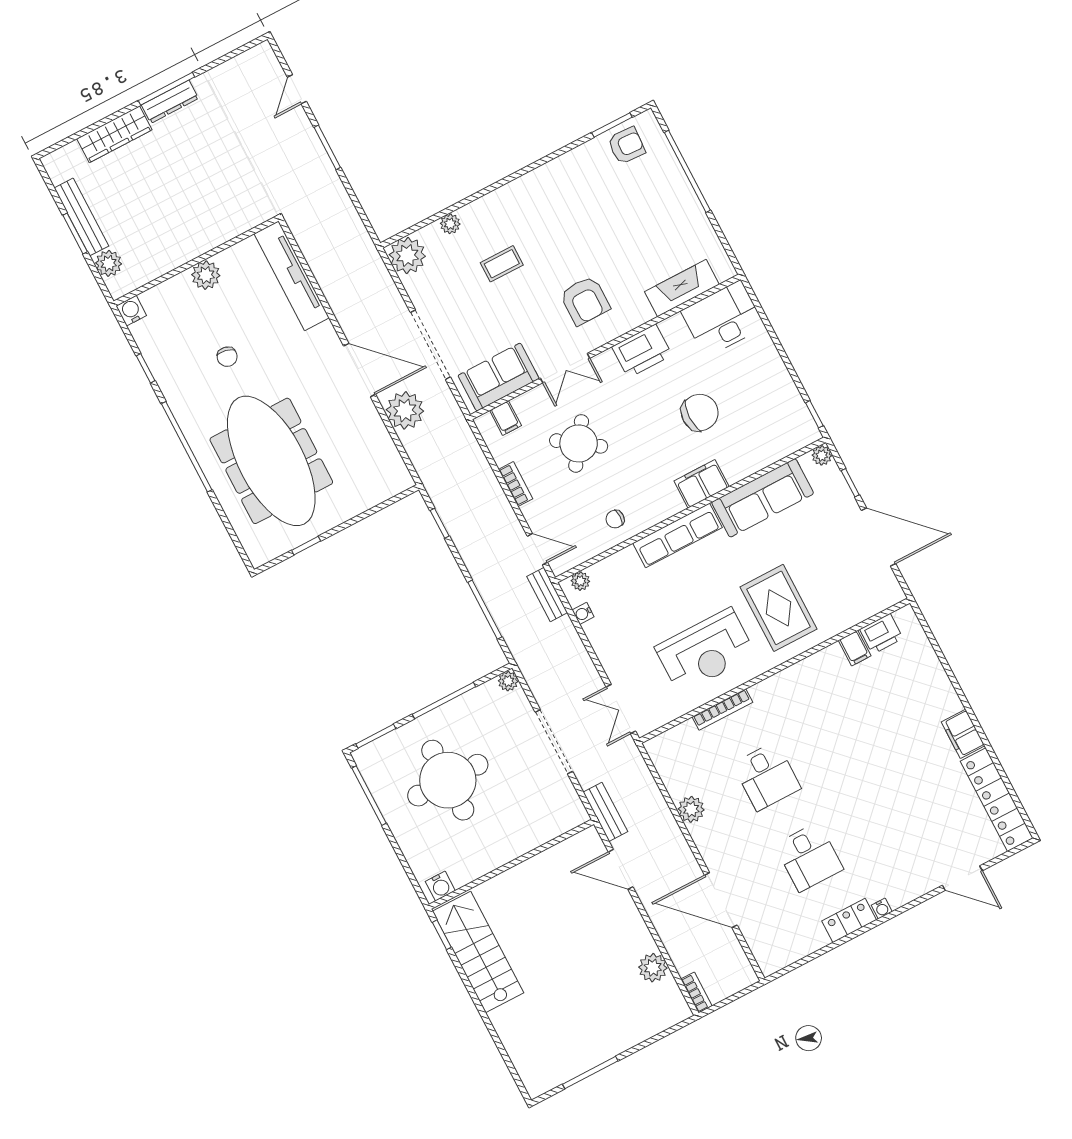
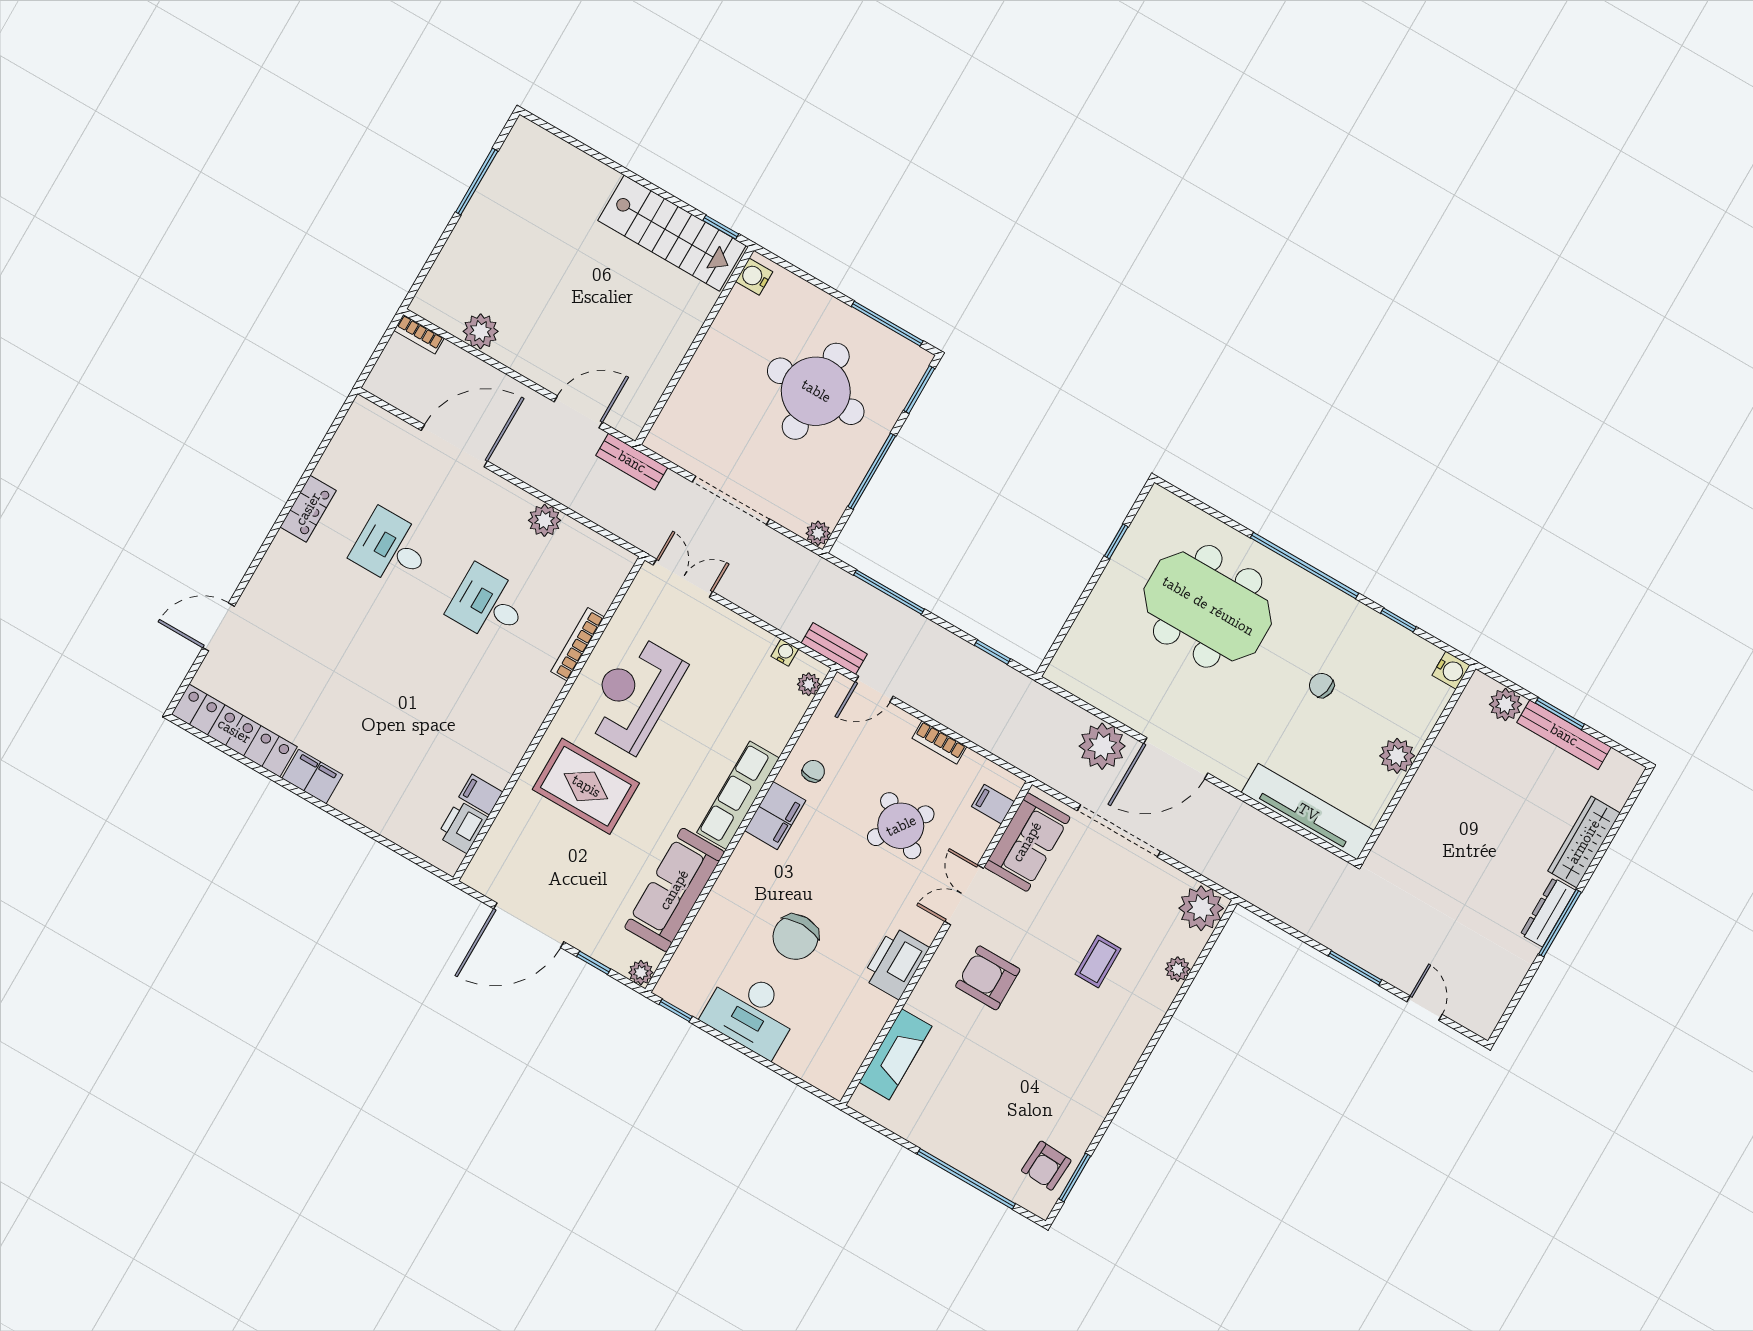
desk: (723, 319) -> (751, 1012), moved, turned 90
meeting table: (271, 461) -> (1208, 606), width x0.73
filing cabinet: (702, 484) -> (775, 816), moved
water cooler: (882, 909) -> (282, 542), removed

